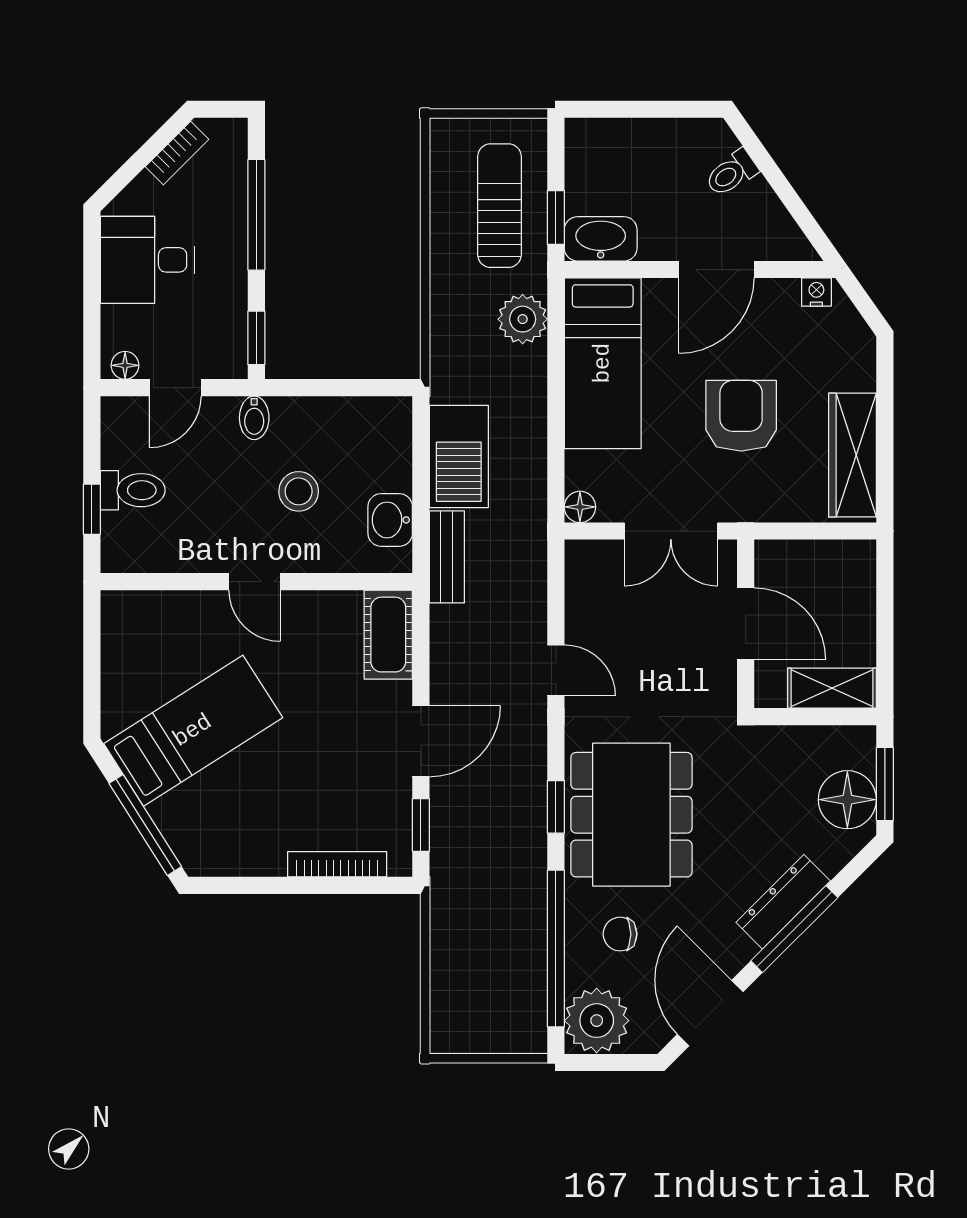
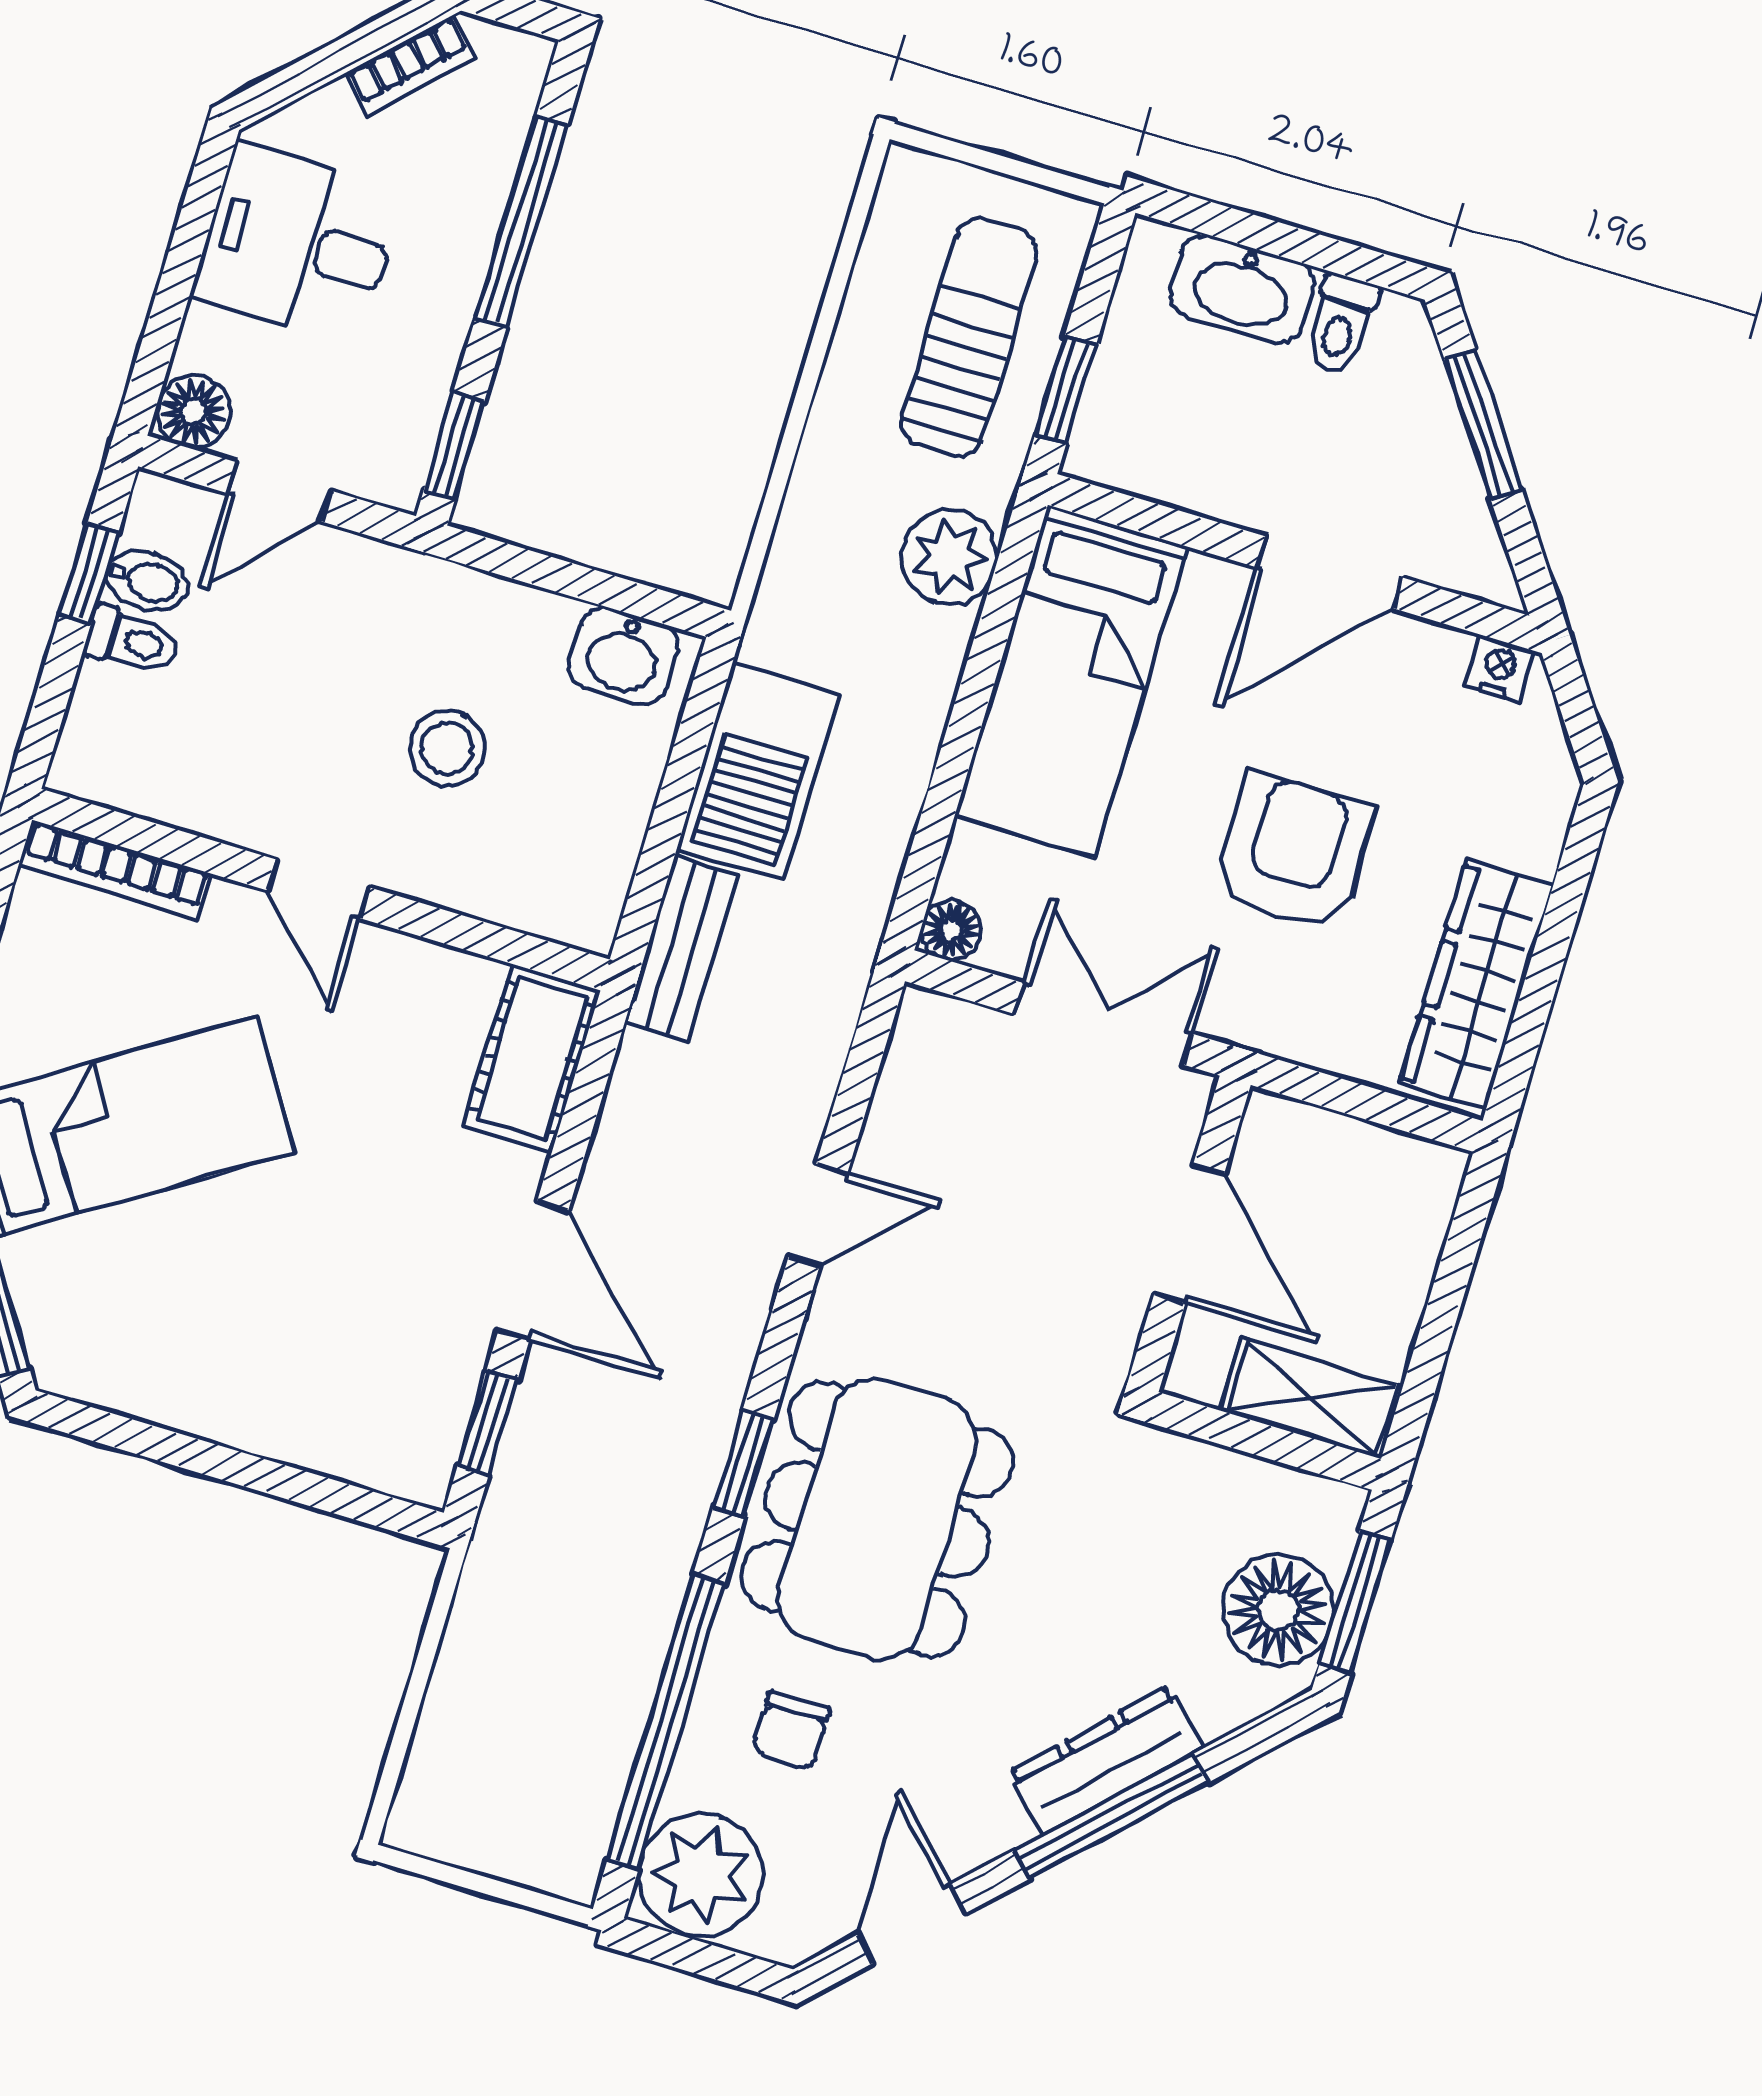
window: (771, 172) -> (1483, 424), added
toilet: (731, 173) -> (1341, 324), moved, turned -55
washbasin: (601, 239) -> (1242, 289), moved, turned 180
floor lamp: (125, 365) -> (193, 412), width x1.37, depth x1.37
bidet: (254, 418) -> (147, 581), moved, turned -90
toilet: (133, 490) -> (132, 641), width x0.73, depth x0.72
window: (92, 509) -> (89, 573), moved
washbasin: (390, 520) -> (623, 656), moved, turned -90
double door: (671, 531) -> (1104, 1024), swing flipped
door: (556, 670) -> (818, 1215), hinge flipped
door: (421, 741) -> (533, 1270), hinge flipped
bookcase: (337, 864) -> (115, 870), moved, turned 180
chair: (620, 934) -> (791, 1730), turned -90
door: (710, 1013) -> (912, 1924), width x0.73

